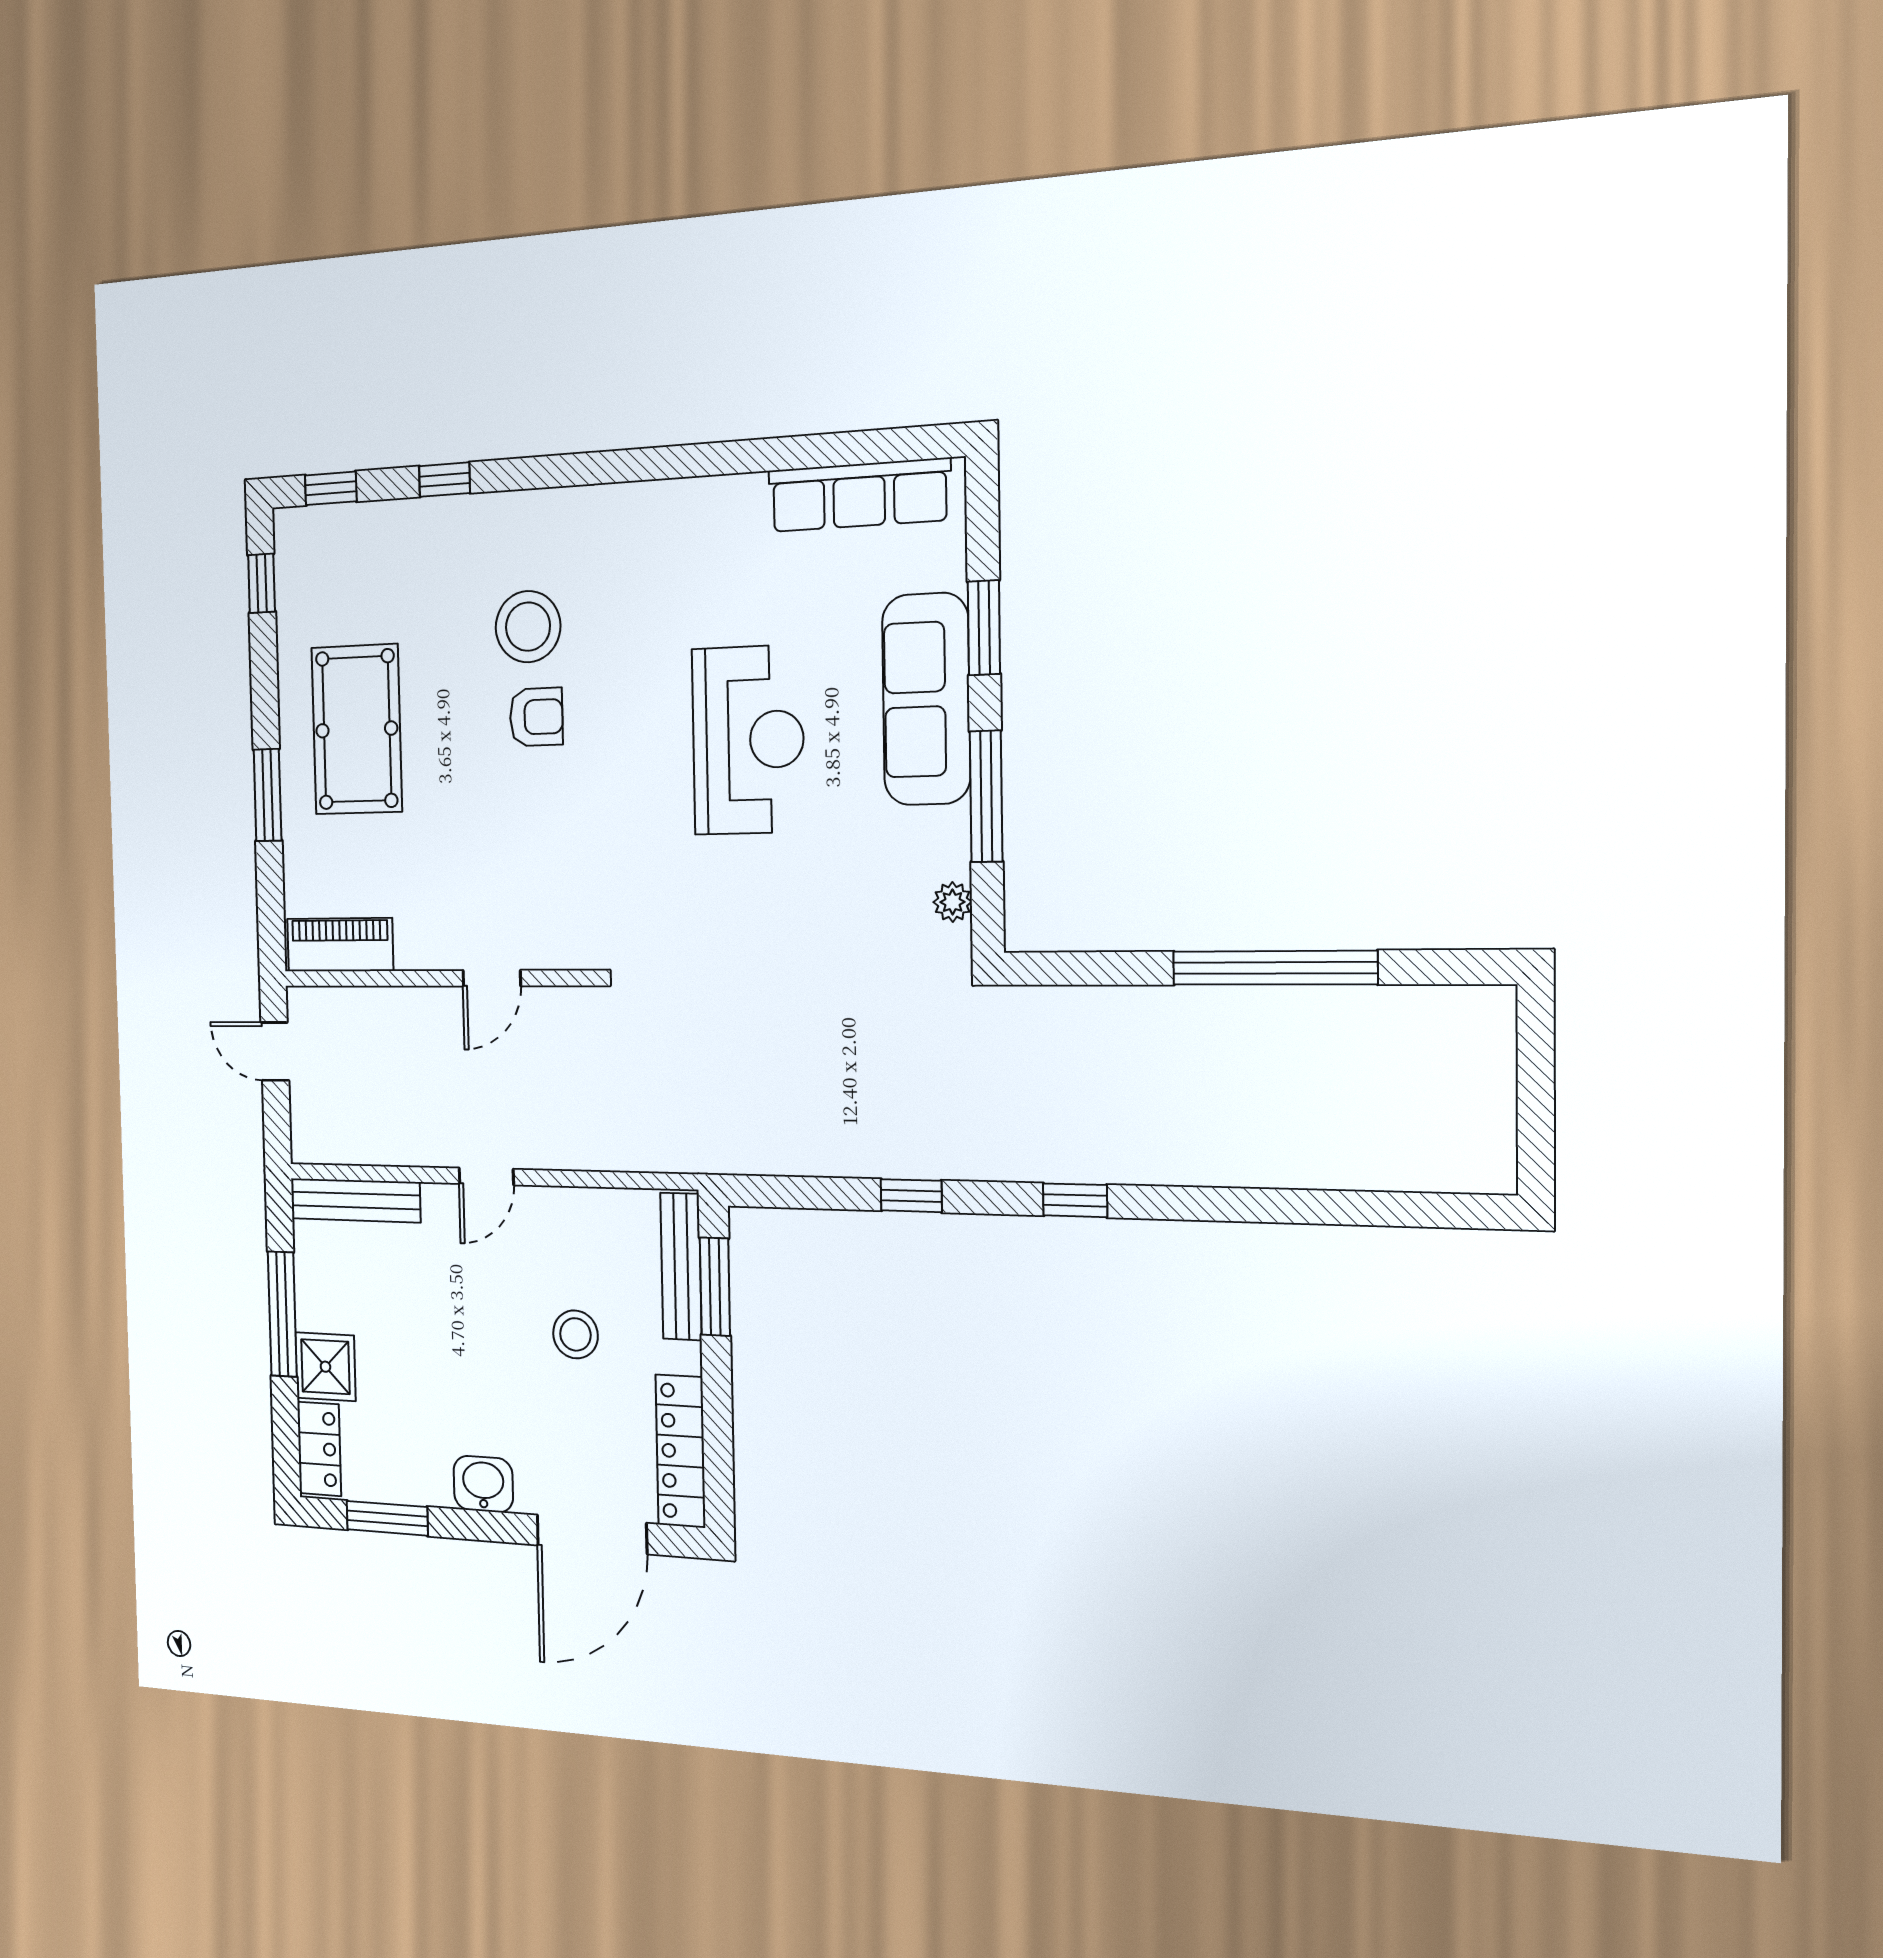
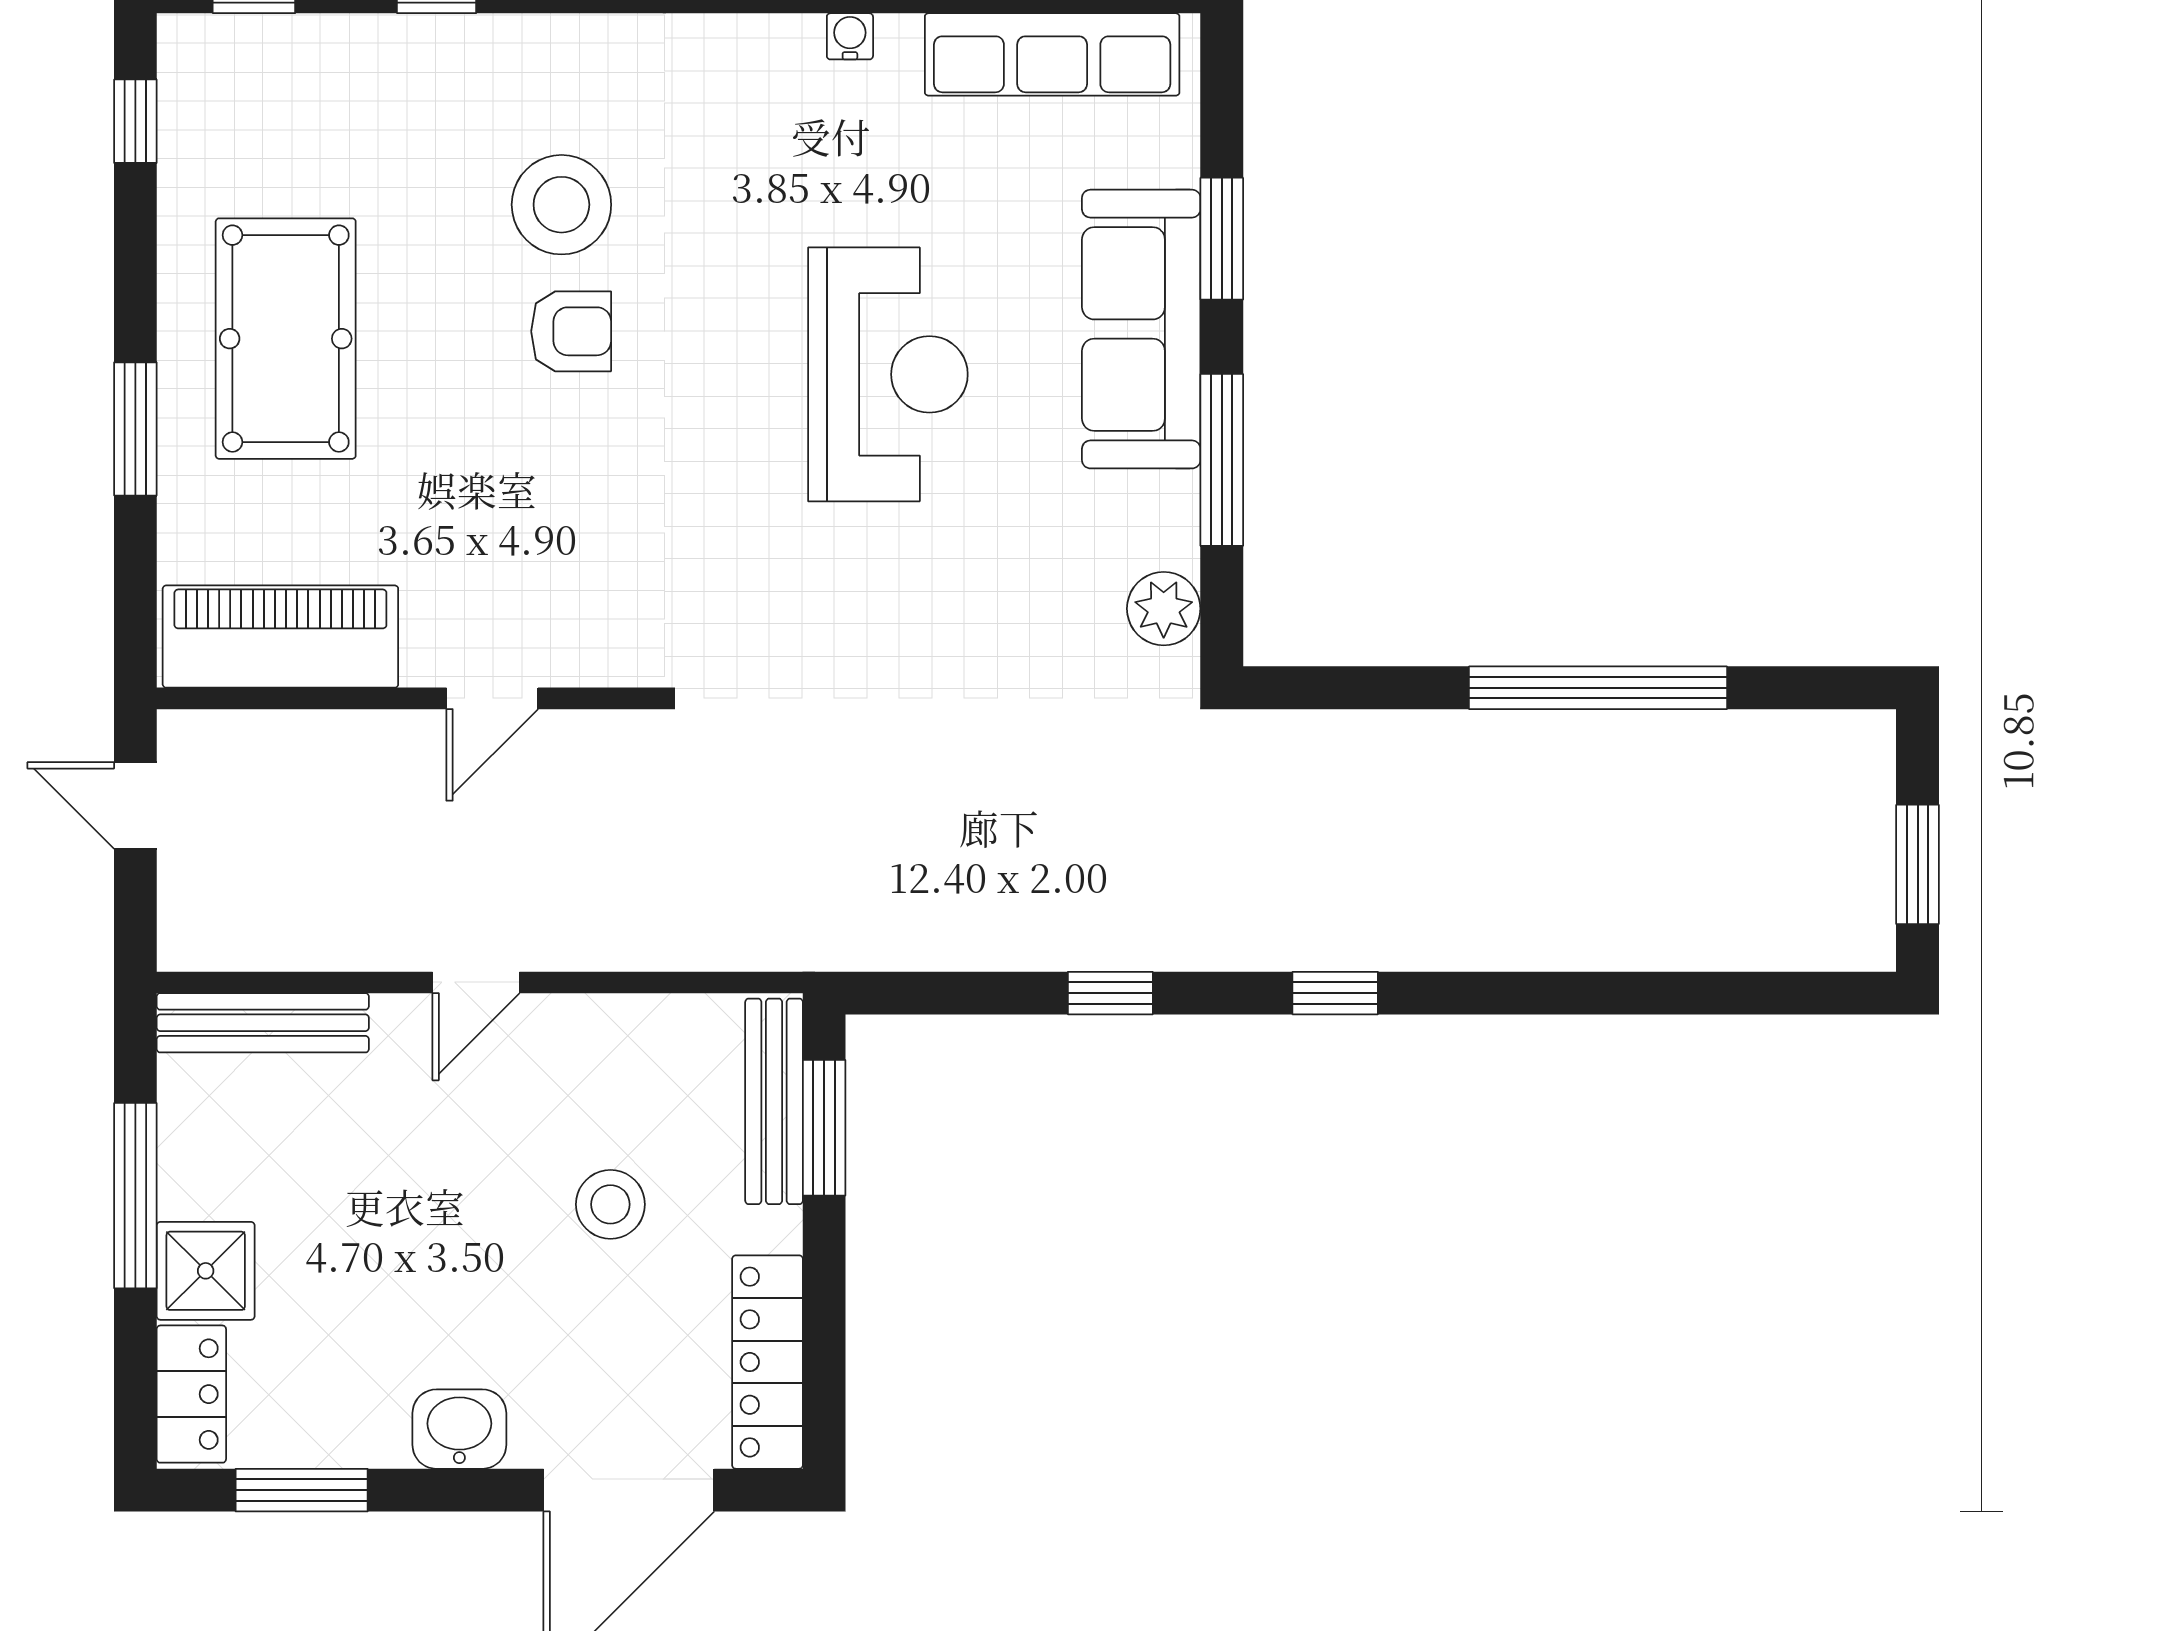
water cooler: (717, 492) -> (850, 36), added
plant: (953, 902) -> (1164, 609), width x1.38, depth x1.38
piano: (340, 945) -> (280, 637), width x1.37, depth x1.33
window: (1536, 1110) -> (1918, 864), added

